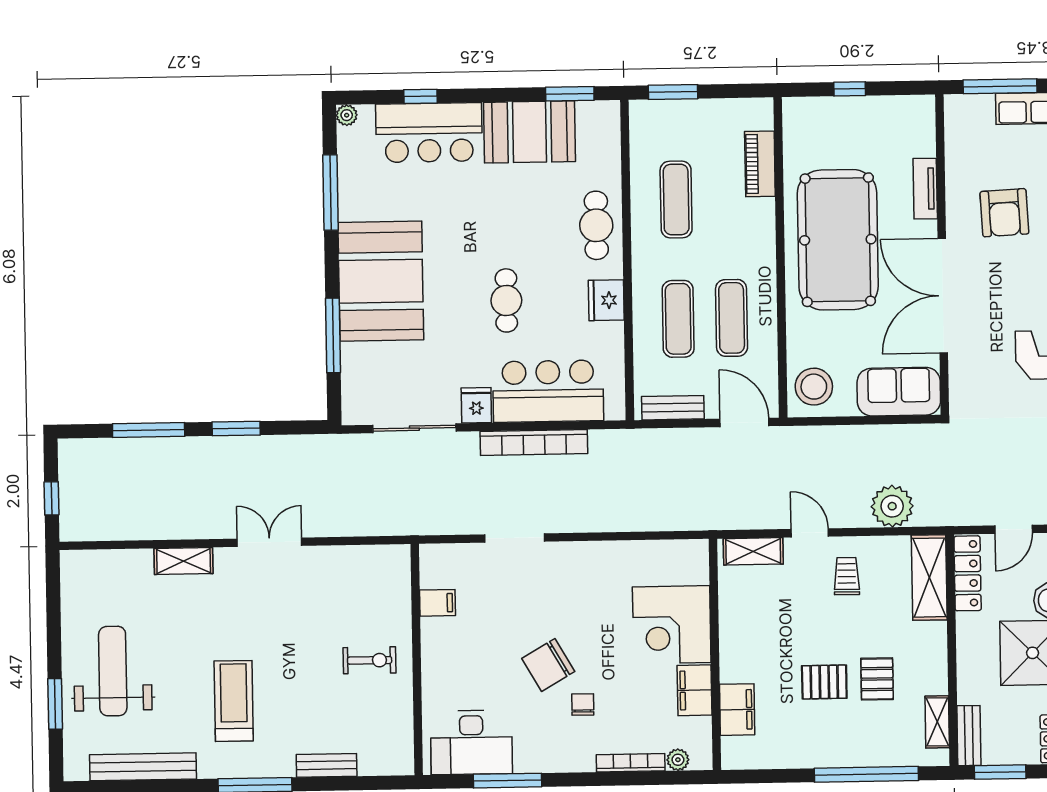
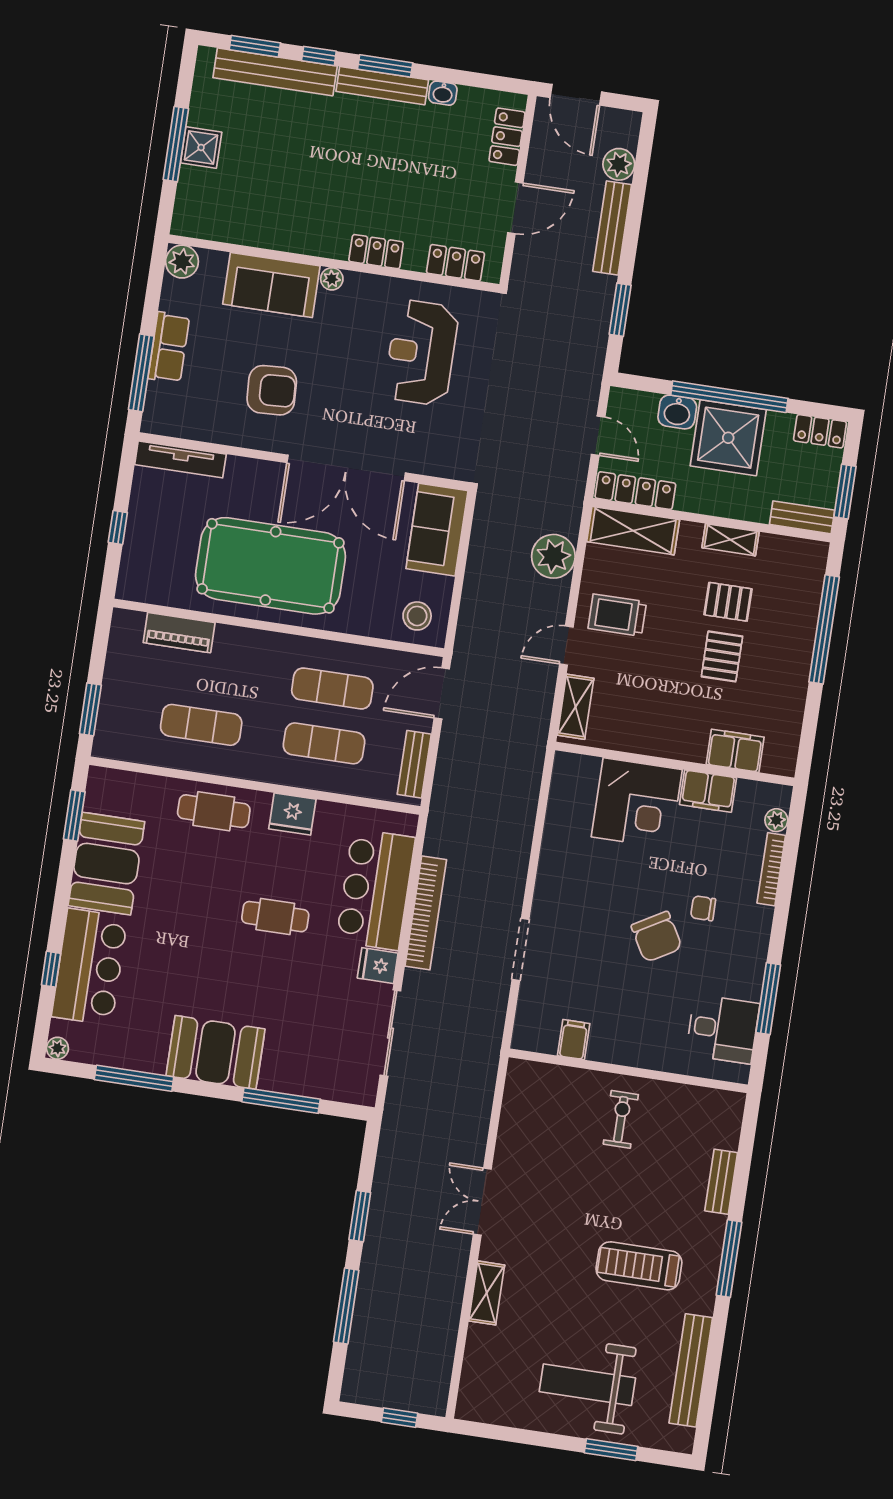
tv unit: (925, 189) -> (180, 459), moved, width x1.41
booth: (381, 281) -> (216, 1052), width x0.73, depth x0.70
stool: (814, 387) -> (417, 616), width x0.73, depth x0.73
trolley: (847, 576) -> (617, 615), width x1.36, depth x1.39
shelving: (937, 722) -> (731, 540), moved
desk: (471, 742) -> (723, 1029), width x0.73

